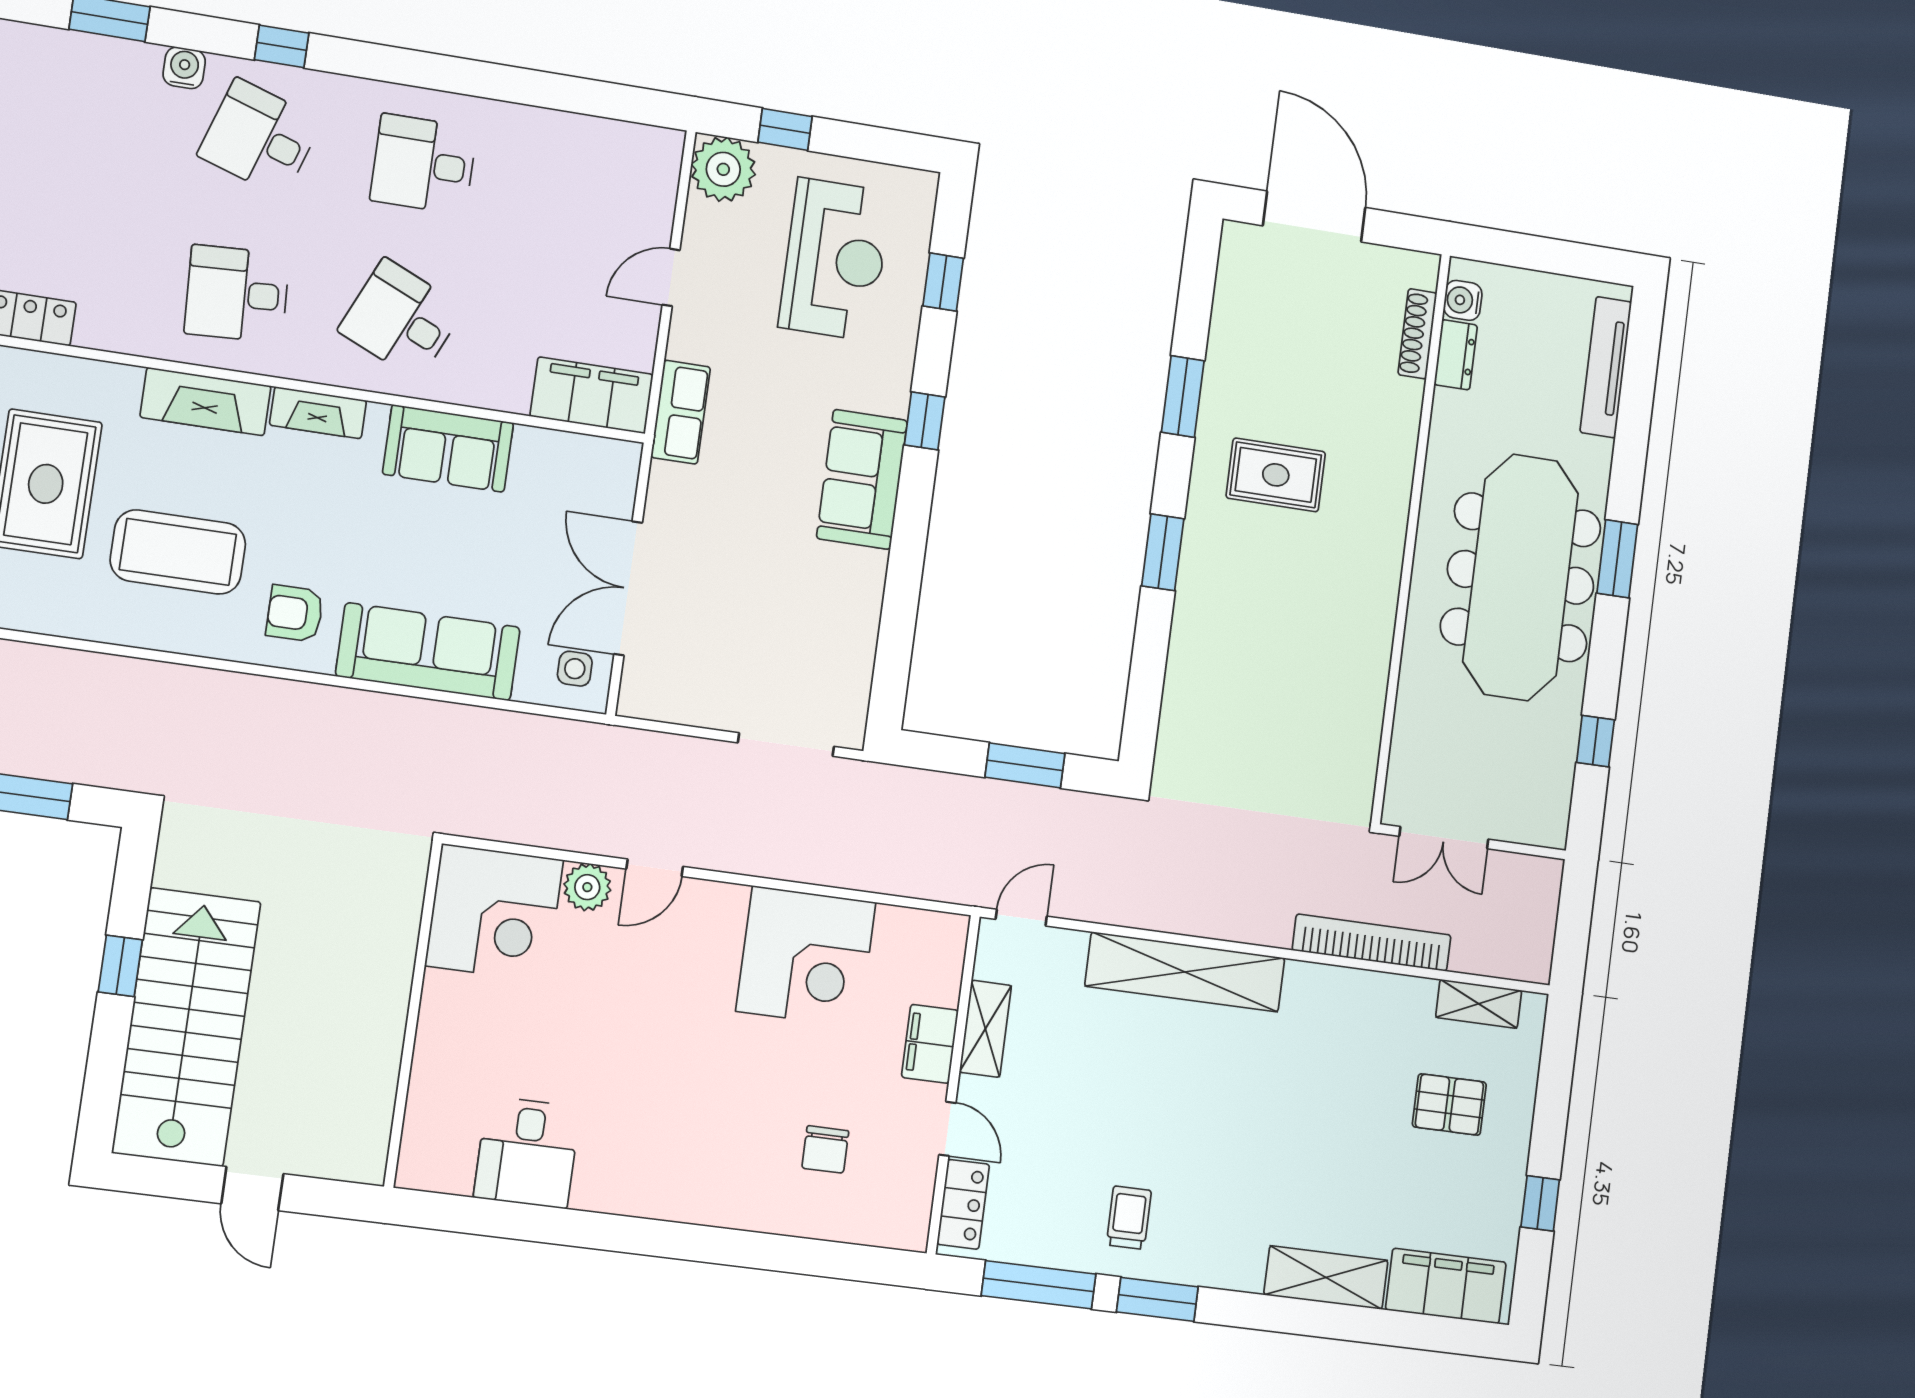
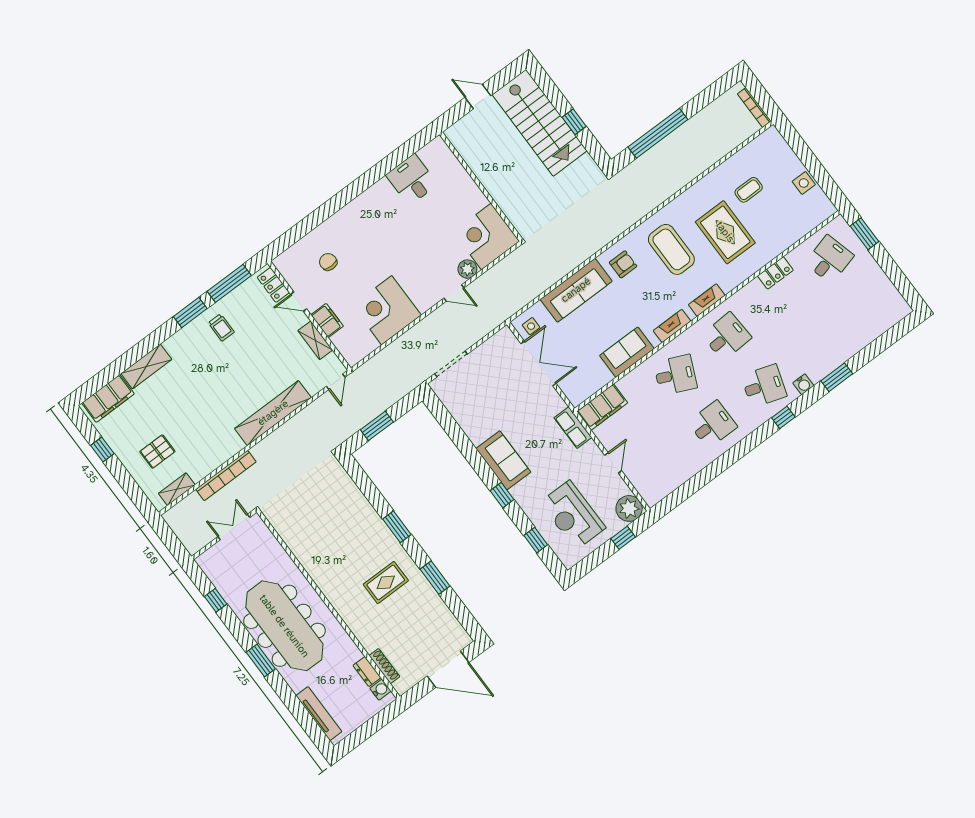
fireplace: (206, 402) -> (707, 300), width x0.73, depth x0.76
coffee table: (178, 552) -> (671, 249), turned 90
door: (655, 868) -> (454, 293), swing flipped

